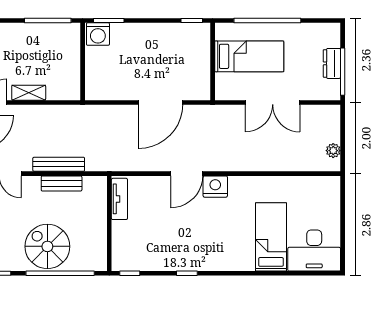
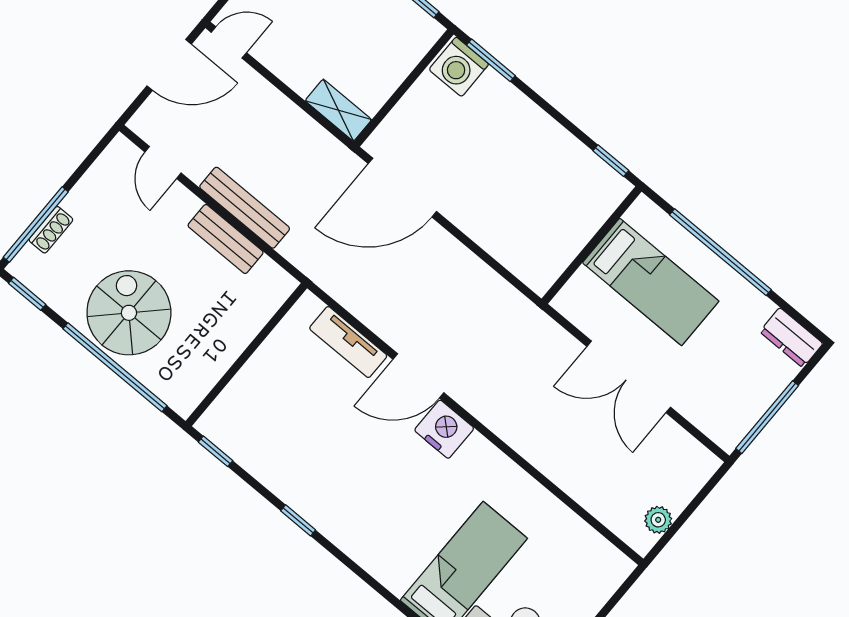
dresser: (332, 63) -> (791, 338), moved, turned -90
shelving: (29, 93) -> (338, 110), moved
door: (161, 102) -> (402, 188), moved
tv unit: (119, 199) -> (348, 342), moved, turned 90

